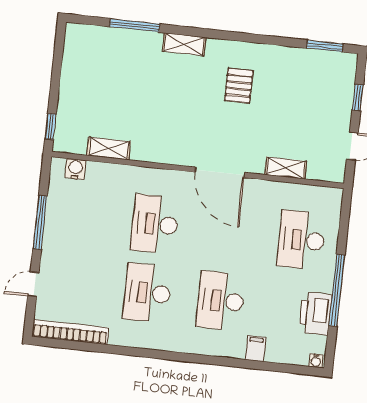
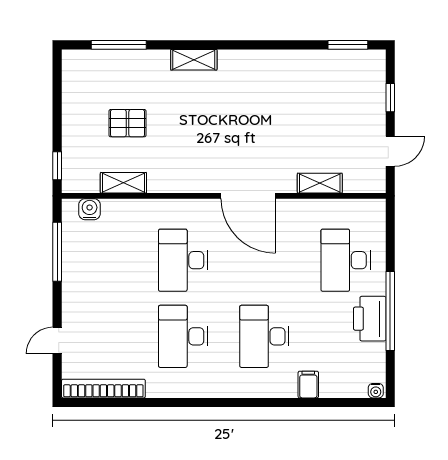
window: (135, 25) -> (119, 45), moved
pallet: (239, 86) -> (128, 123), moved, turned 90
window: (40, 223) -> (57, 252), moved
printer: (315, 314) -> (370, 319), moved

